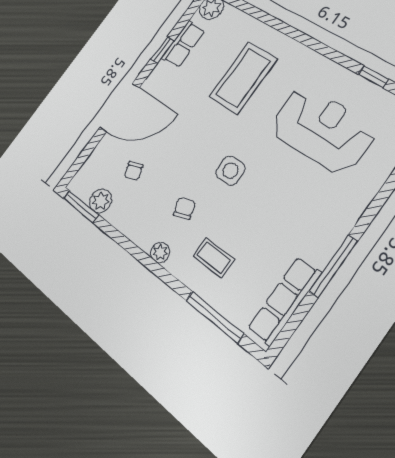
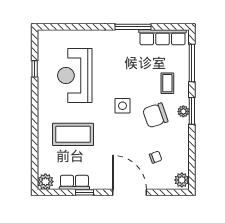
plant: (101, 201) -> (182, 180), moved
window: (81, 207) -> (192, 111), moved
chair: (184, 208) -> (155, 115), width x1.87, depth x1.87

